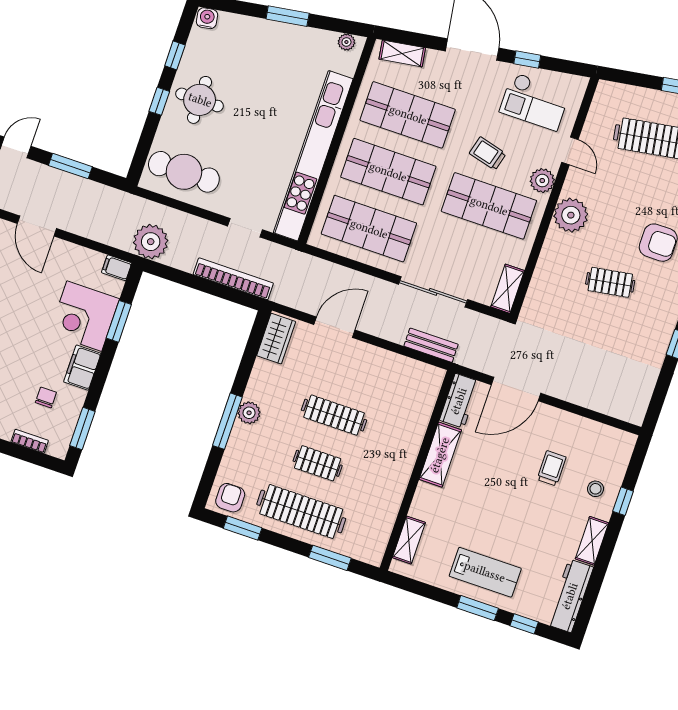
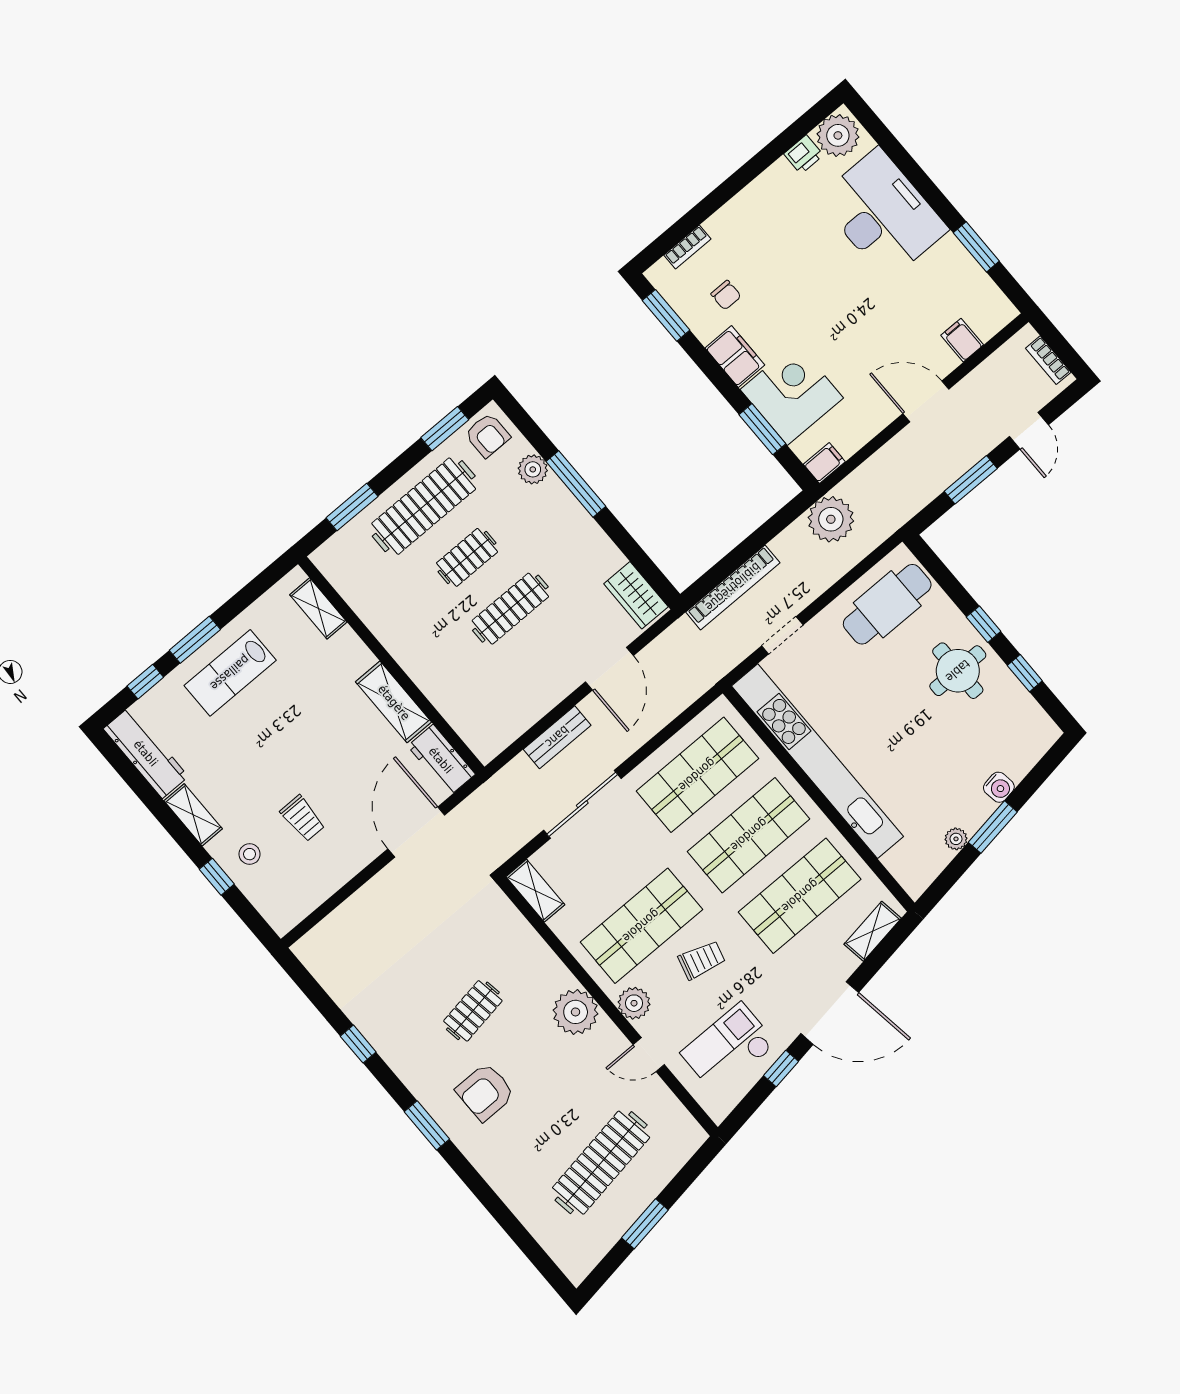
water cooler: (207, 18) -> (999, 787), moved
plant: (346, 42) -> (956, 839), moved
bench: (431, 345) -> (557, 737), moved
plant: (249, 413) -> (533, 469), moved

